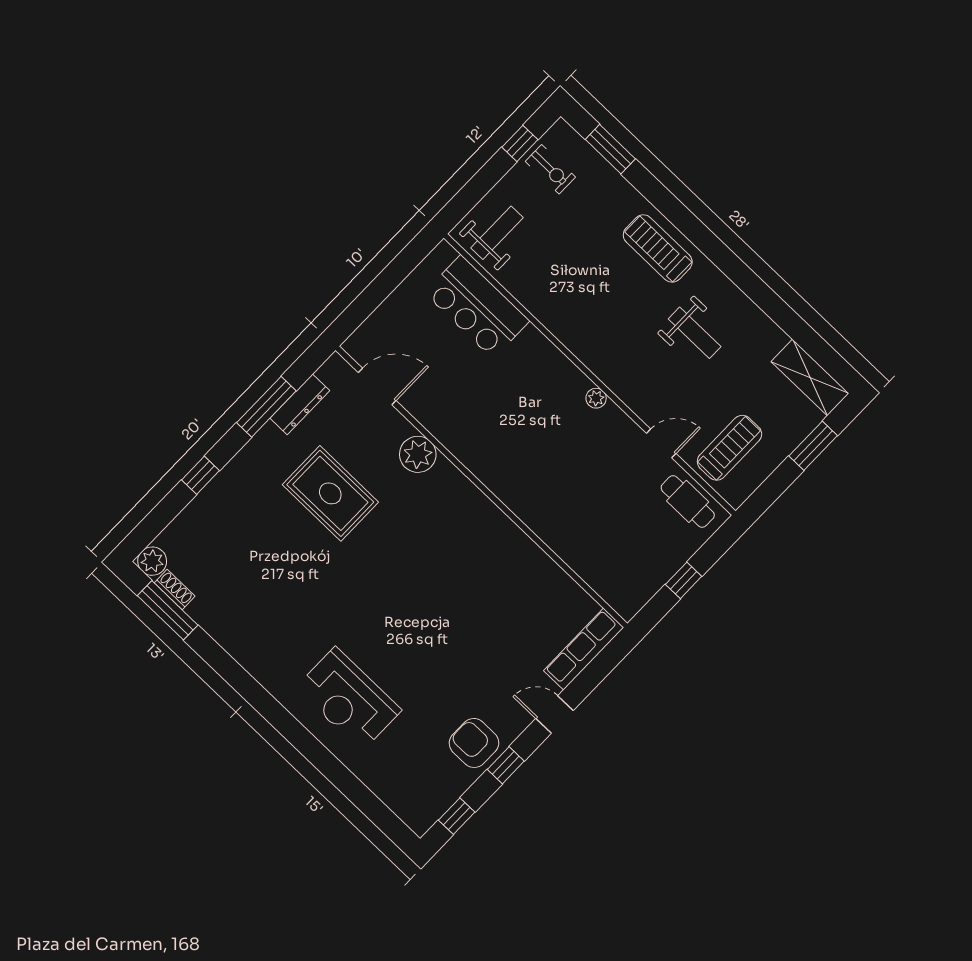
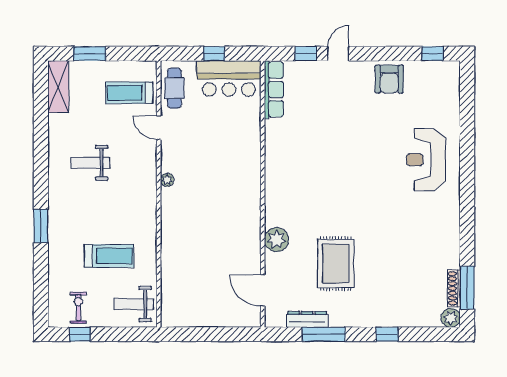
window: (610, 149) -> (41, 226), moved
treadmill: (658, 248) -> (109, 256), moved, turned -90
bar counter: (477, 307) -> (229, 78), moved, turned 90
weight bench: (695, 333) -> (90, 163), turned -90
shoe rack: (175, 590) -> (454, 288), width x1.43
row of seats: (584, 649) -> (274, 90), moved, turned -90
reception desk: (349, 699) -> (426, 160), turned 180
door: (555, 714) -> (338, 54), swing flipped
window: (506, 765) -> (306, 54), moved

